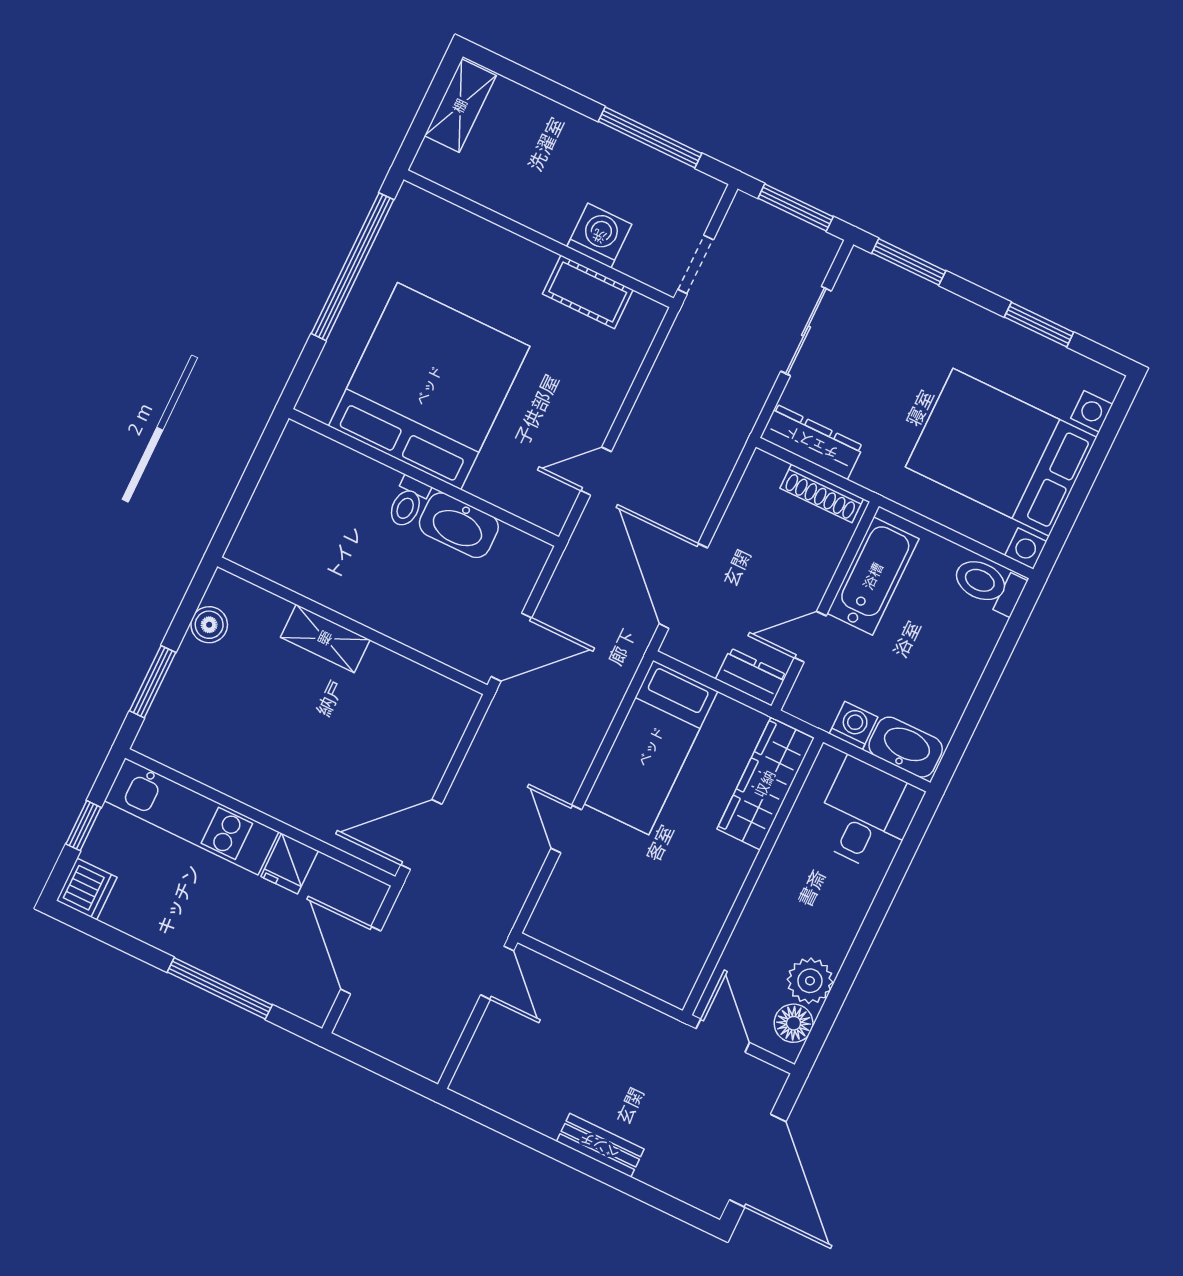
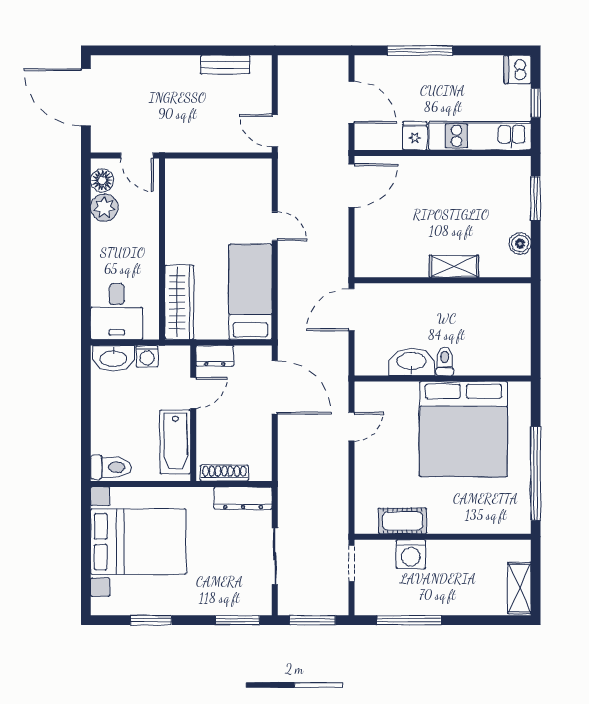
bench: (600, 1145) -> (225, 65), moved

